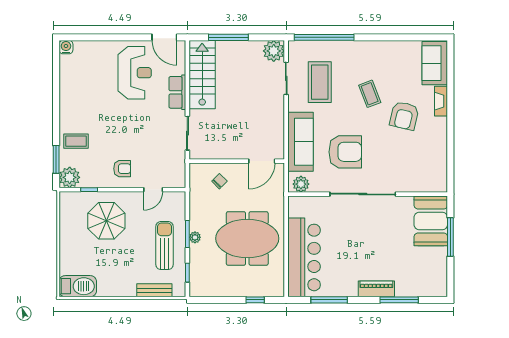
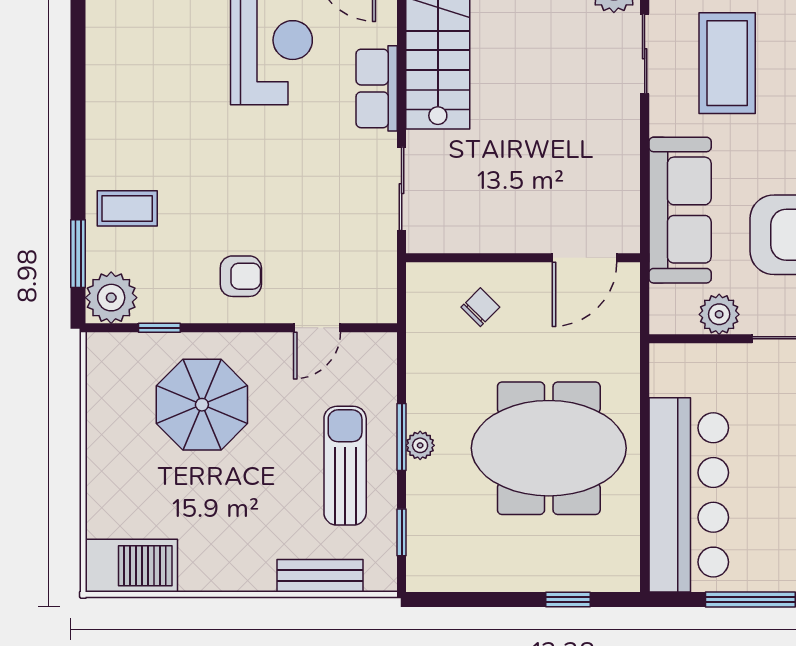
plant: (301, 184) -> (719, 314), moved

